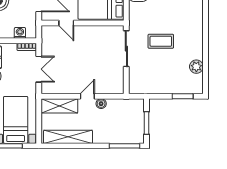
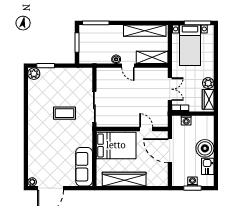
plant: (196, 67) -> (34, 74), moved
double door: (39, 69) -> (170, 89), swing flipped
door: (87, 96) -> (128, 66), hinge flipped

